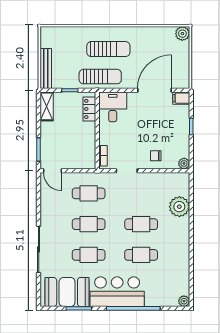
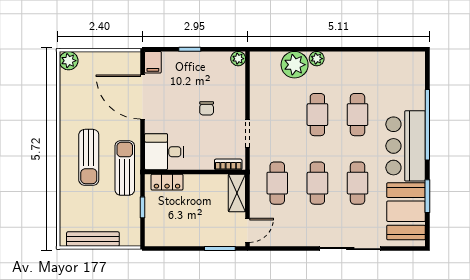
sun lounger: (108, 49) -> (89, 157), turned 180
bench: (46, 69) -> (93, 239), moved
shelving: (47, 106) -> (237, 193), moved, turned 90
chair: (156, 156) -> (207, 108), moved
plant: (184, 301) -> (317, 59), moved

